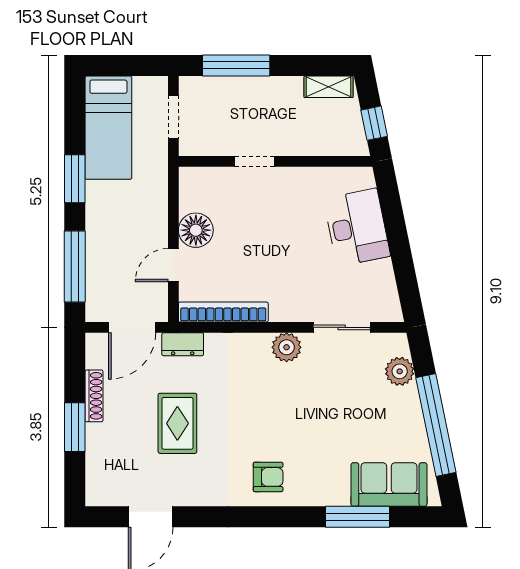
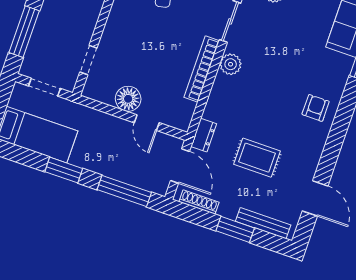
doorway: (254, 161) -> (88, 60), moved
bookcase: (223, 312) -> (202, 69), moved
shoe rack: (94, 396) -> (199, 202), moved
bench: (95, 461) -> (263, 223), added

